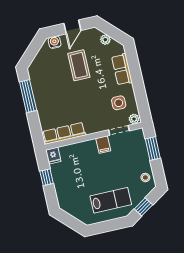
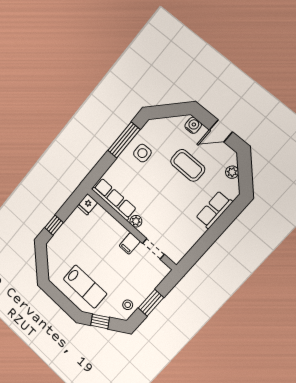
coffee table: (79, 65) -> (188, 165), turned 90
side table: (119, 103) -> (142, 153), moved
plant: (134, 119) -> (136, 221), moved
window: (153, 149) -> (151, 303), moved
window: (47, 177) -> (54, 225), moved

